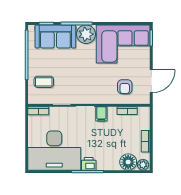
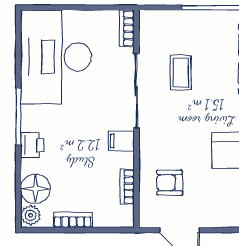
coffee table: (44, 82) -> (181, 73), moved
printer: (89, 164) -> (32, 145), moved

